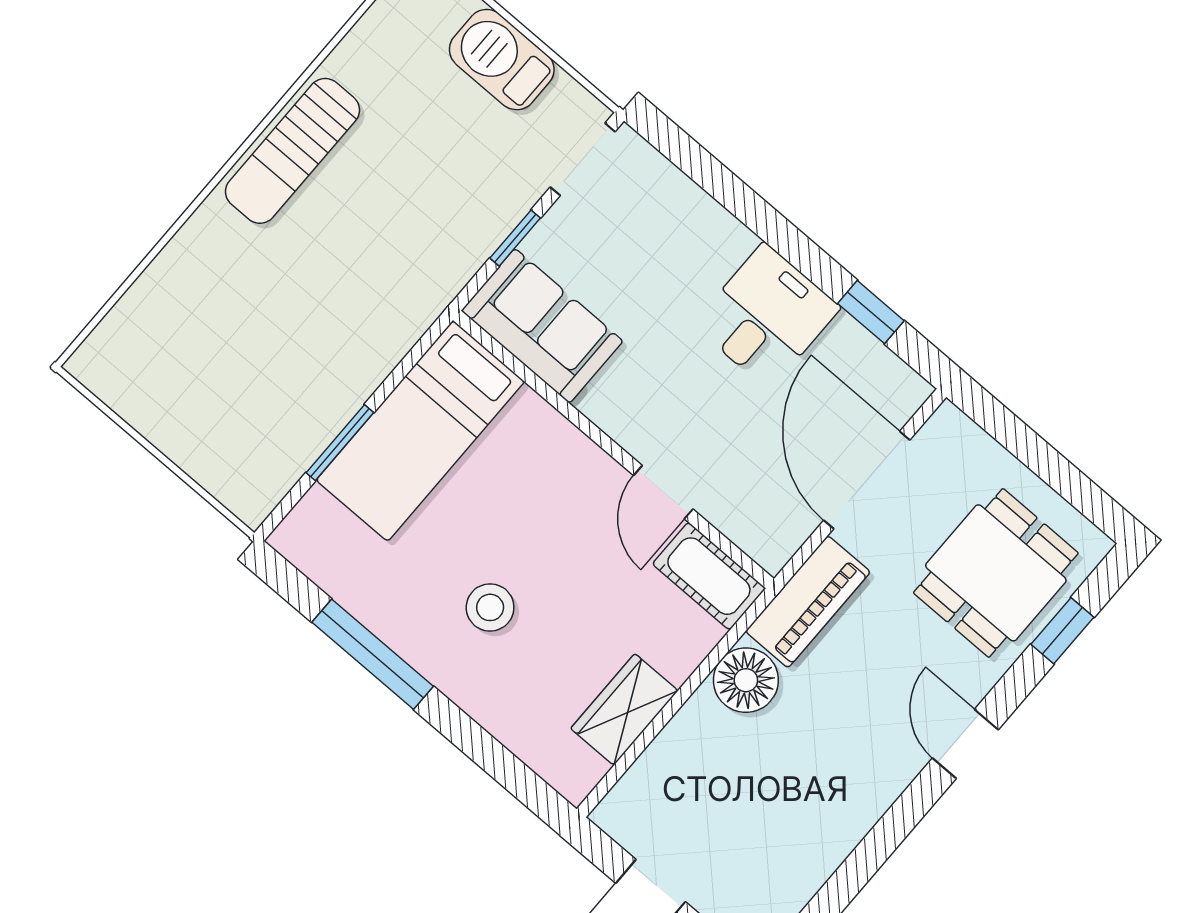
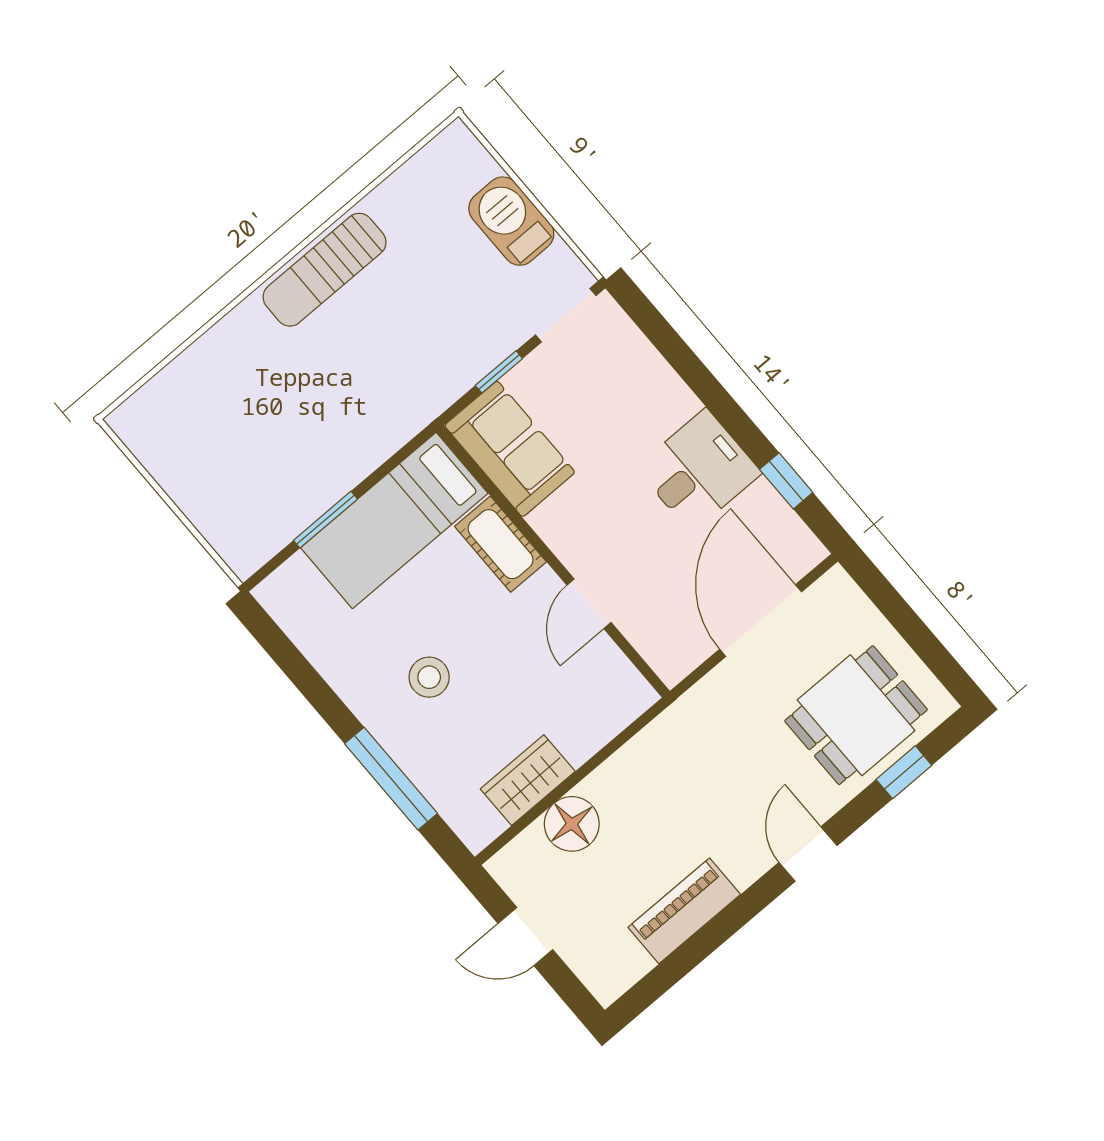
cot: (709, 576) -> (501, 544), moved
piano: (808, 602) -> (684, 911), moved, turned 180
window: (373, 654) -> (391, 779), moved
floor lamp: (746, 680) -> (572, 824), moved

